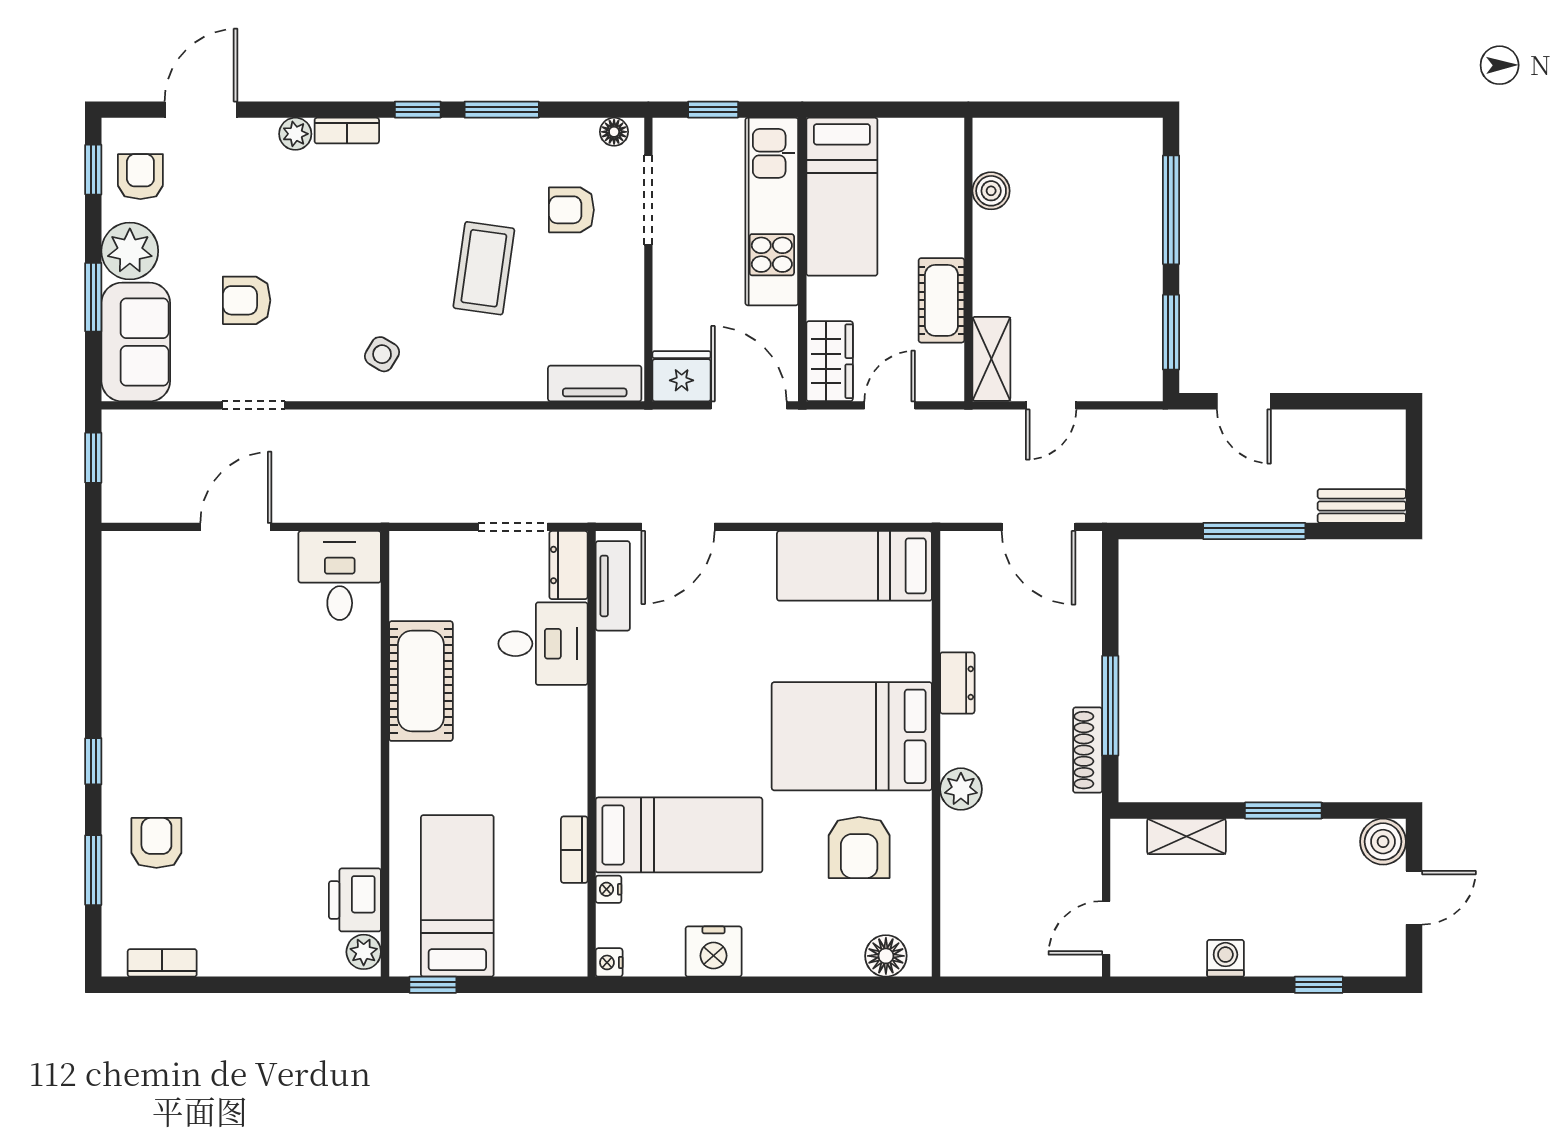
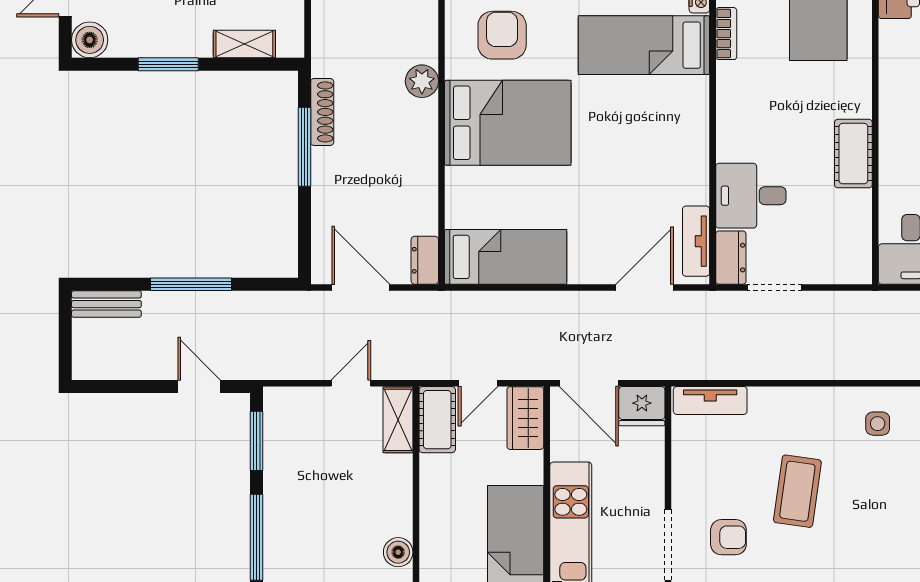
cot: (941, 300) -> (437, 420), moved
side table: (382, 354) -> (878, 424), turned -31
cot: (421, 681) -> (853, 154), width x0.73, depth x0.75
dresser: (957, 683) -> (425, 260), moved

